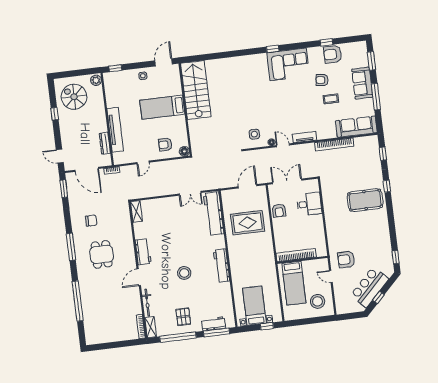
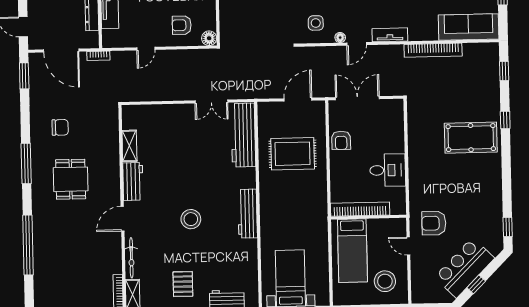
door: (283, 145) -> (357, 44), swing flipped
desk: (309, 204) -> (388, 170), moved
shelving: (136, 211) -> (129, 146), moved

